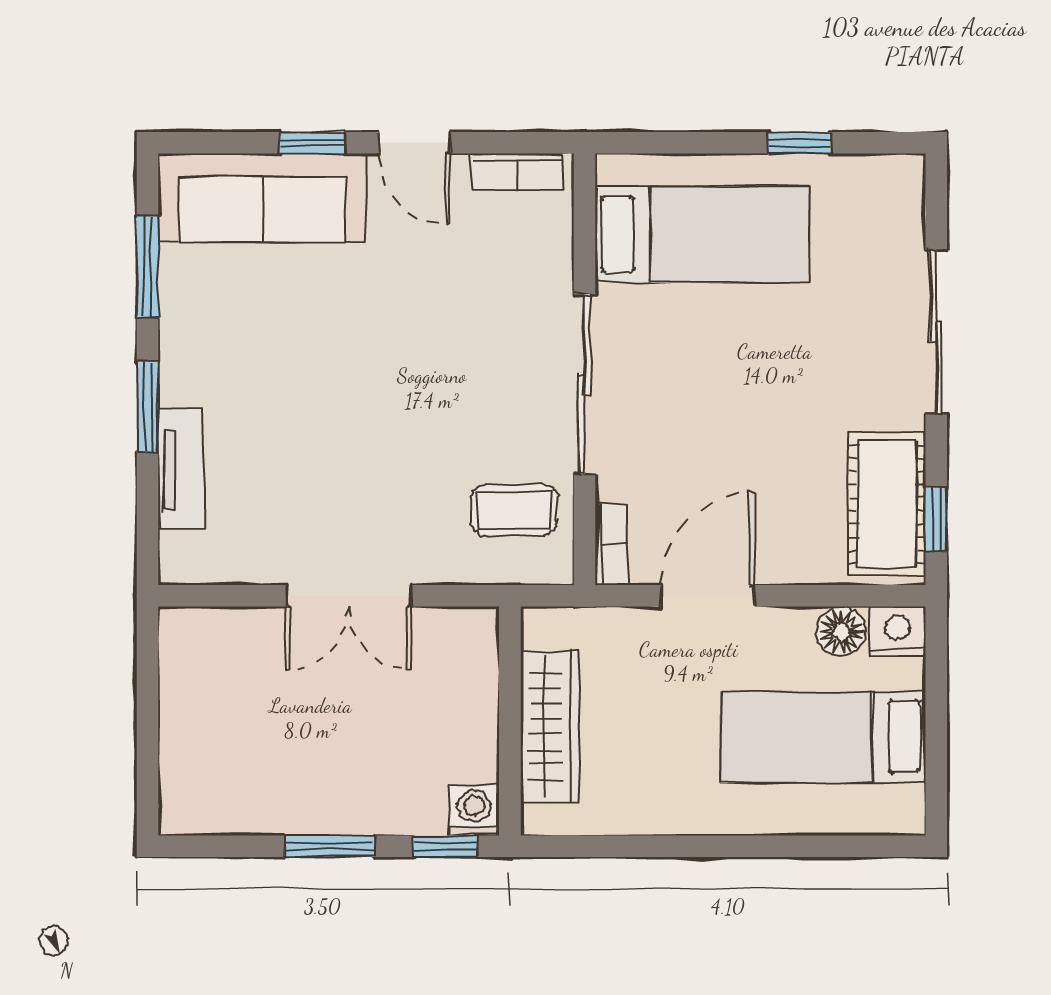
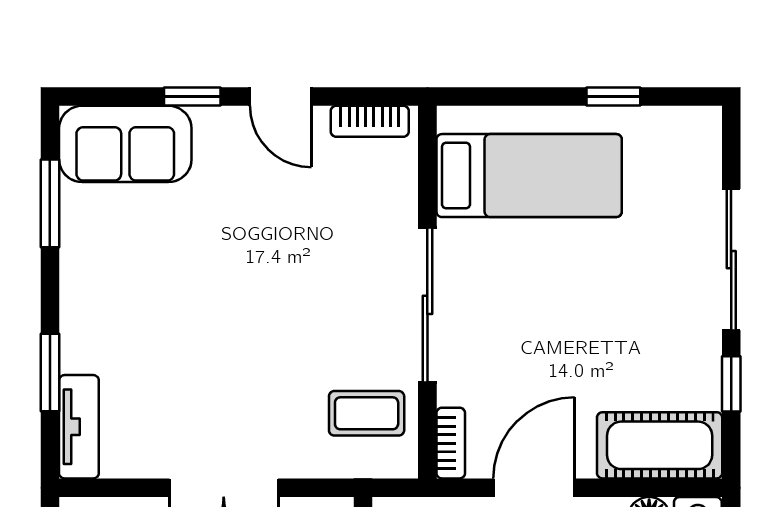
sofa: (262, 198) -> (125, 144), width x0.73
window: (147, 407) -> (50, 372), moved
tv unit: (181, 469) -> (79, 427), moved
cot: (887, 504) -> (660, 445), moved, turned 90
window: (936, 519) -> (731, 384), moved

